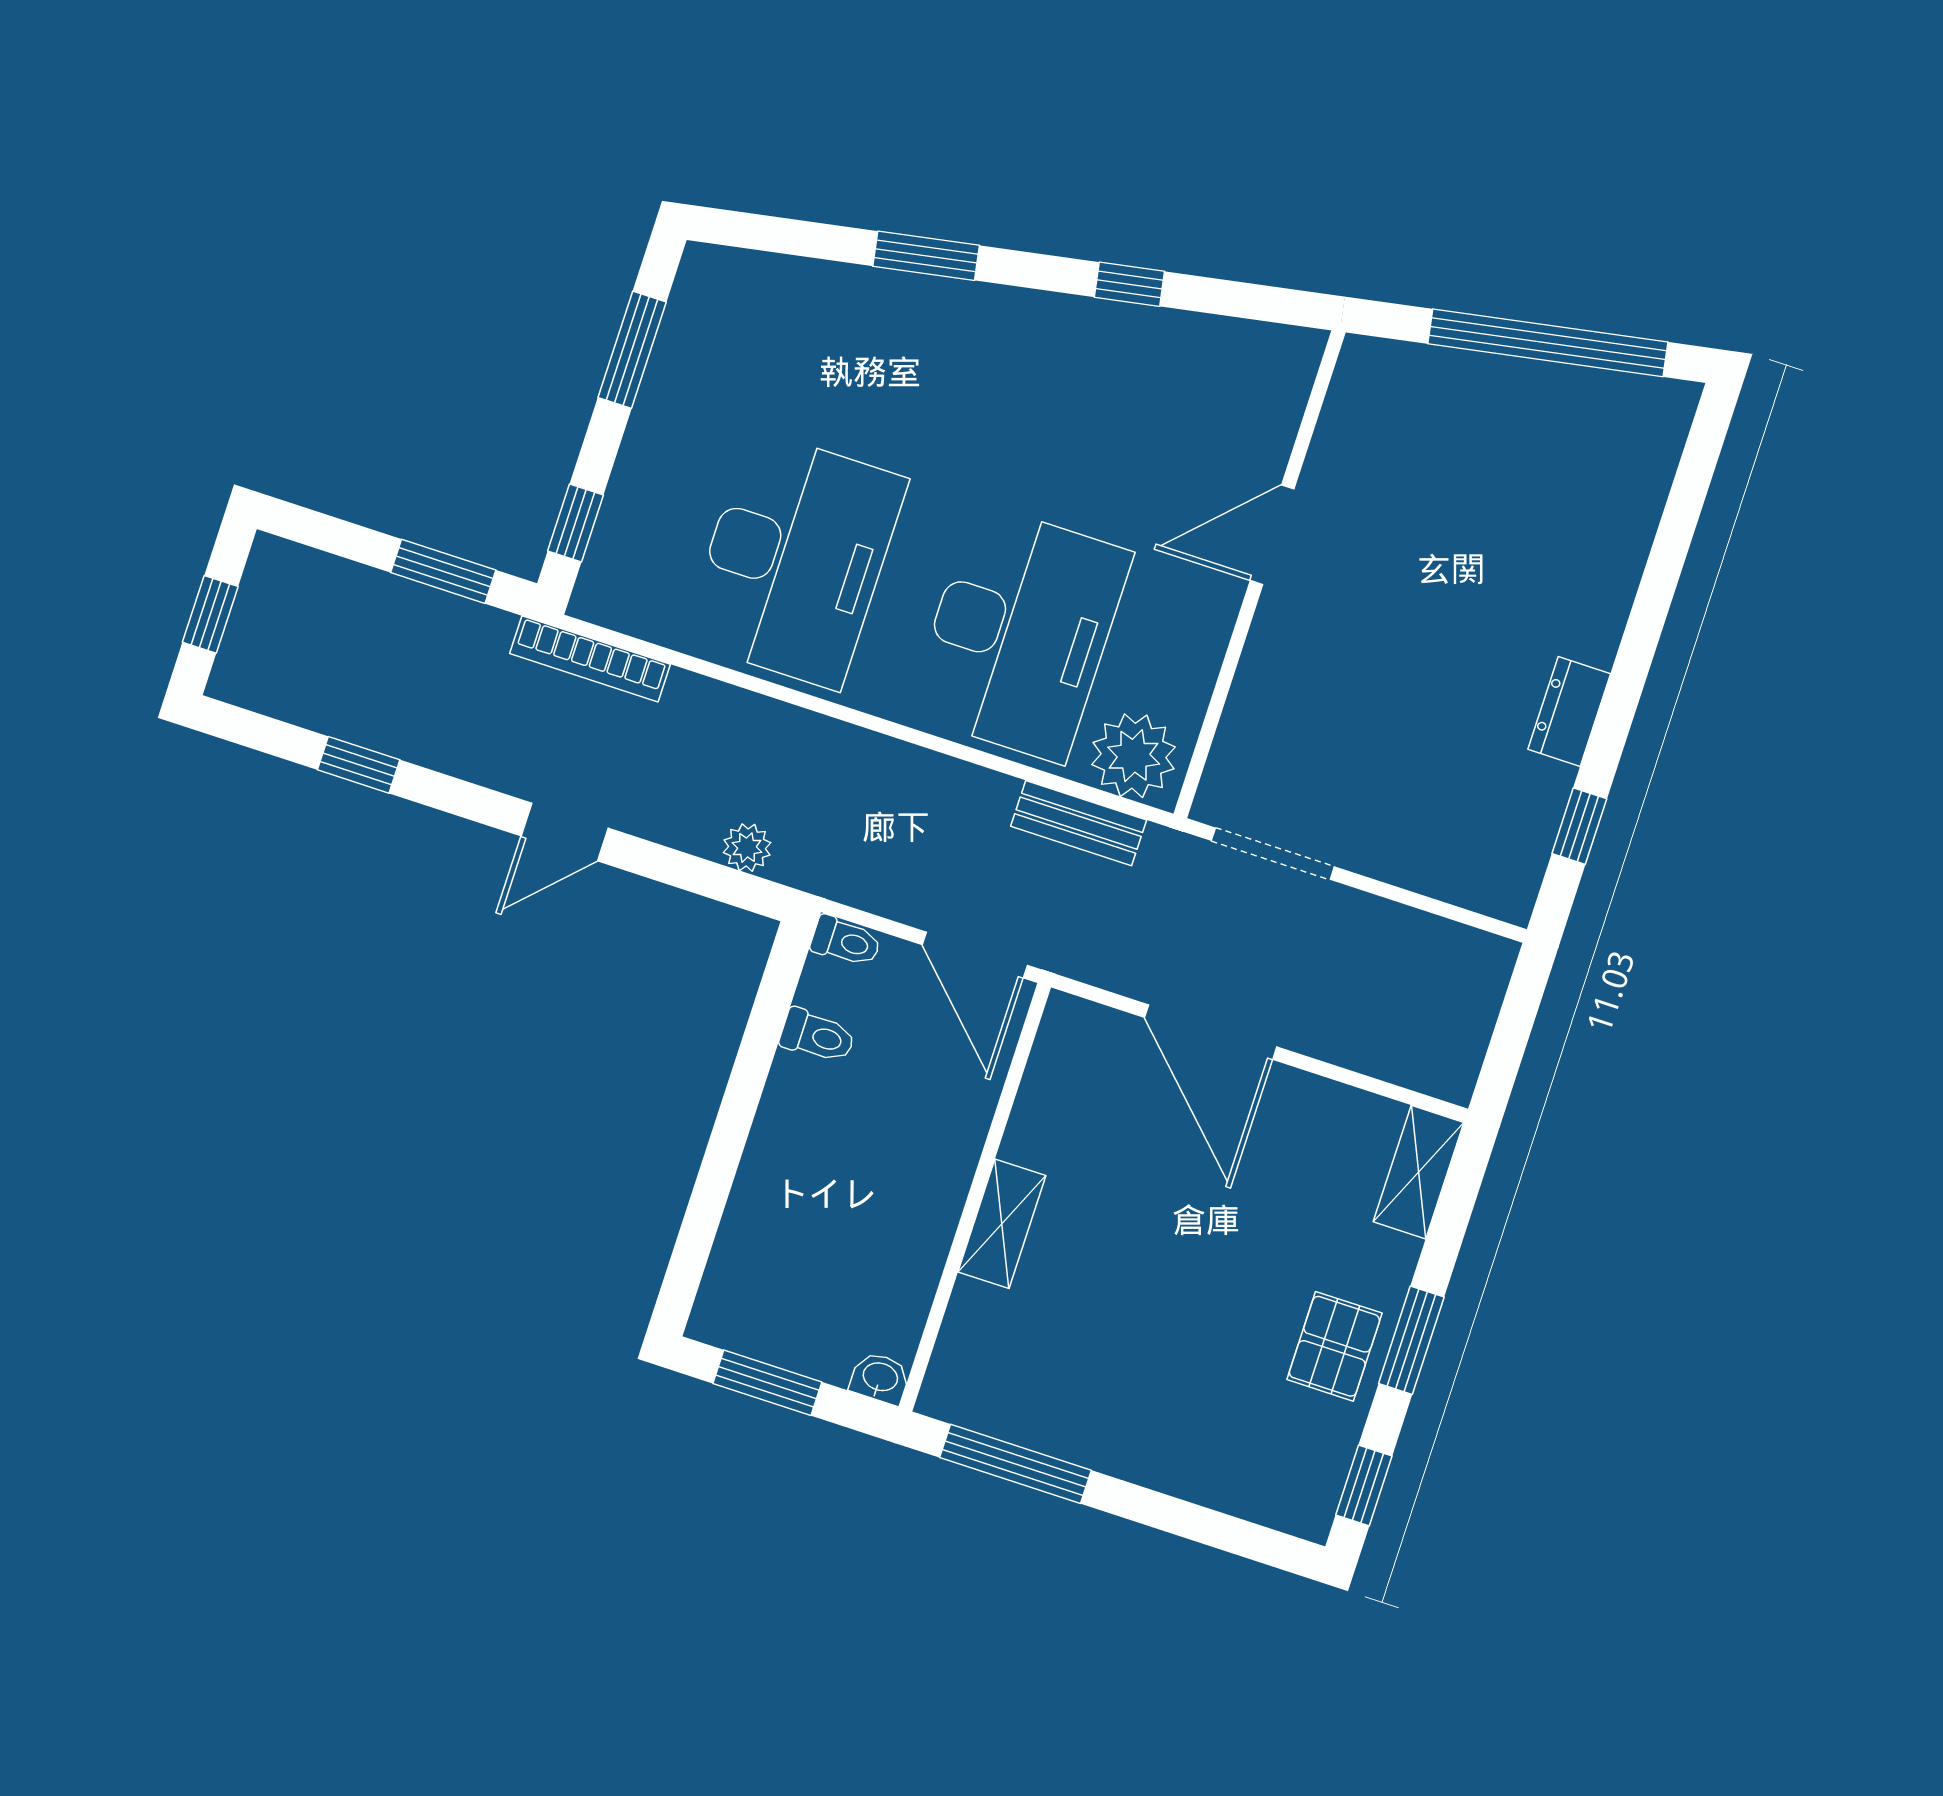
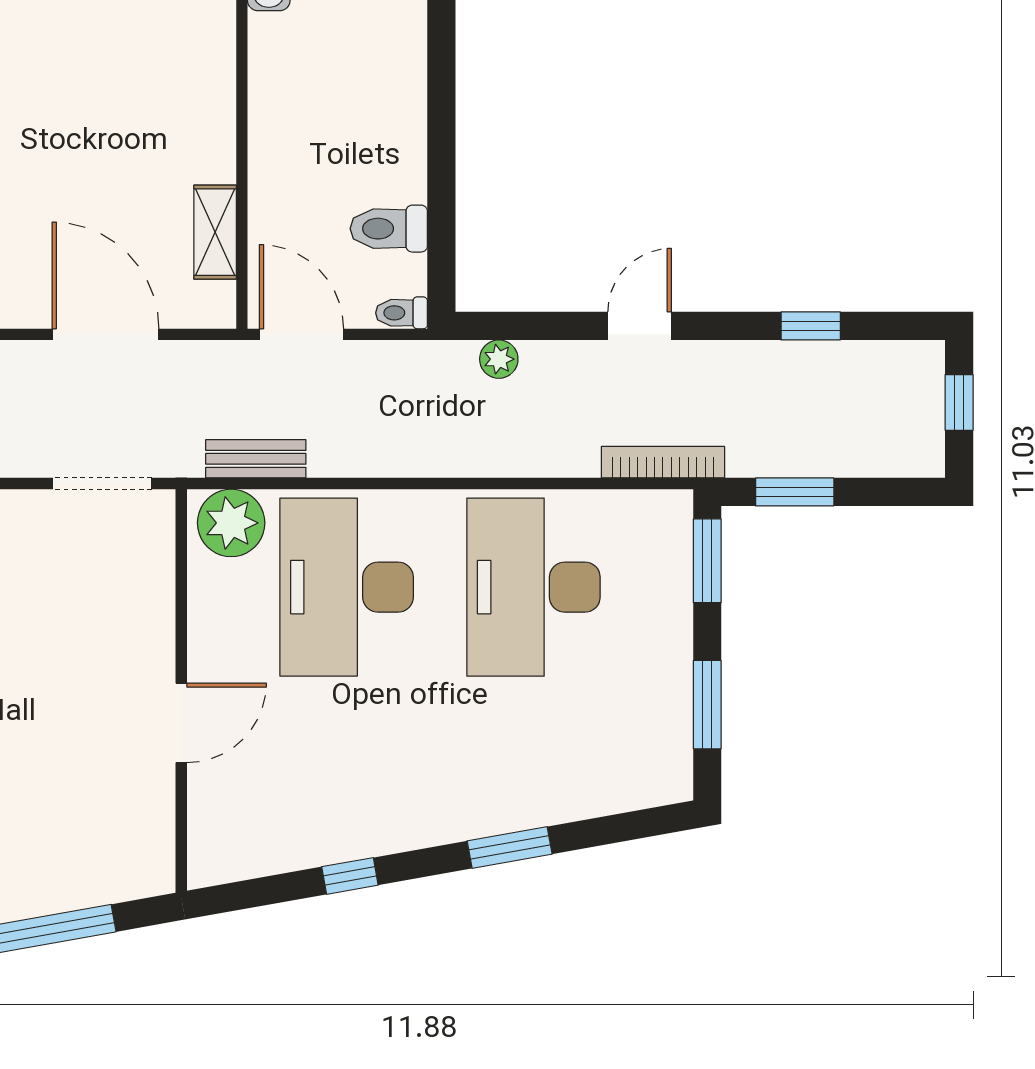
window: (575, 523) -> (707, 561), width x1.50
toilet: (818, 1036) -> (389, 229), width x1.37, depth x1.39
shelving: (1002, 1224) -> (215, 232), moved

